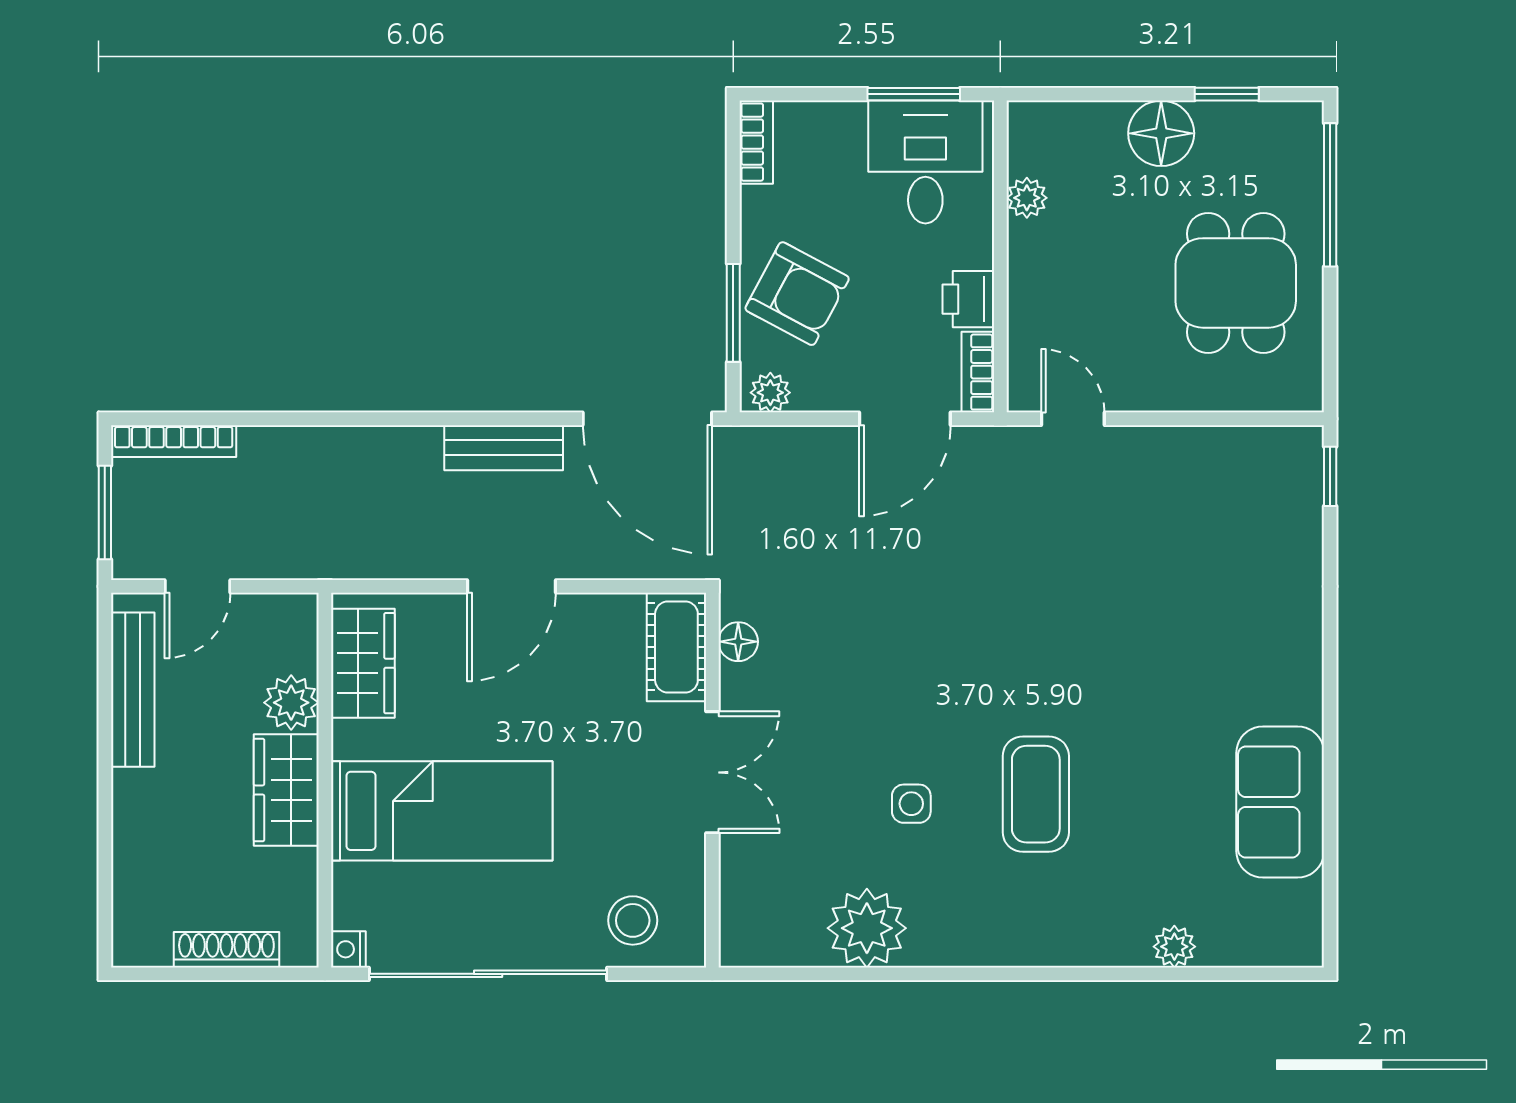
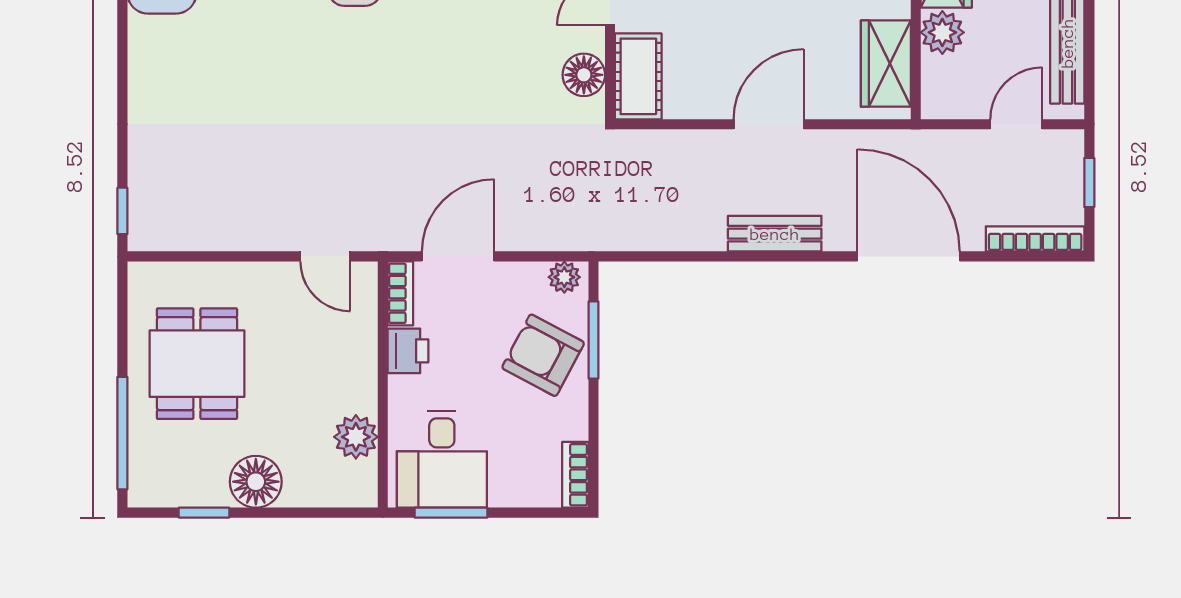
plant: (1027, 198) -> (356, 437), width x1.38, depth x1.38
door: (647, 419) -> (909, 256), moved
window: (105, 513) -> (1089, 182), width x0.67
floor lamp: (738, 642) -> (584, 75), width x1.37, depth x1.37

